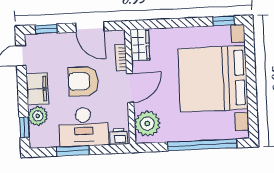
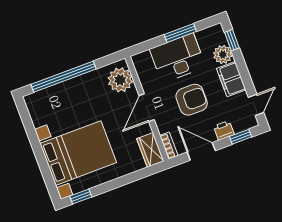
bookcase: (121, 57) -> (169, 146), moved
bed with nightstands: (213, 79) -> (78, 153), width x0.73
printer: (119, 136) -> (224, 130), moved, turned 180

